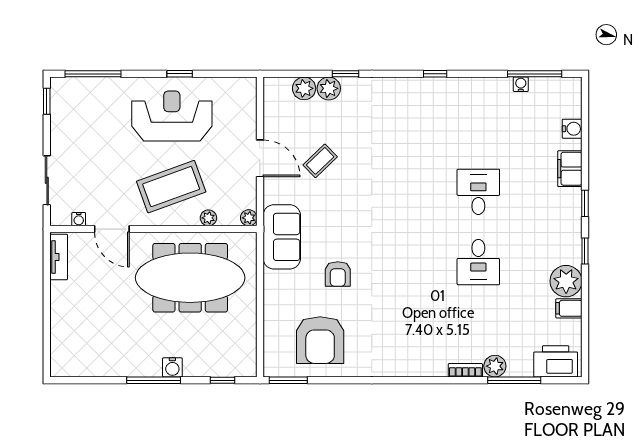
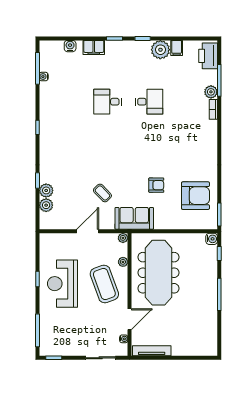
coffee table: (320, 161) -> (102, 193), moved
tv unit: (59, 257) -> (152, 351), width x1.41
water cooler: (172, 367) -> (212, 239), moved

